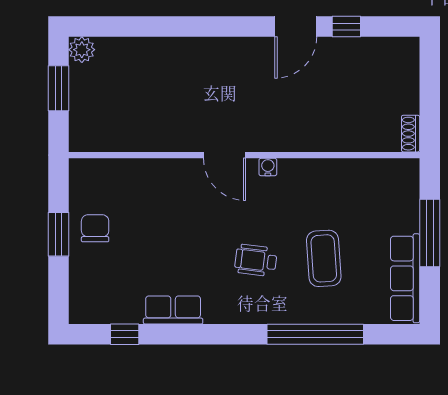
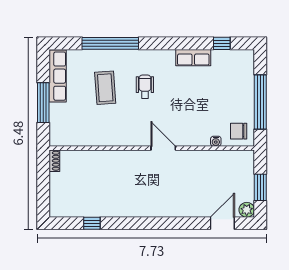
door: (296, 27) -> (222, 223), moved
water cooler: (268, 167) -> (216, 141), moved
chair: (95, 228) -> (239, 131), moved, turned 90
window: (59, 234) -> (260, 102), width x2.11
wheelchair: (256, 260) -> (145, 87), turned -97

